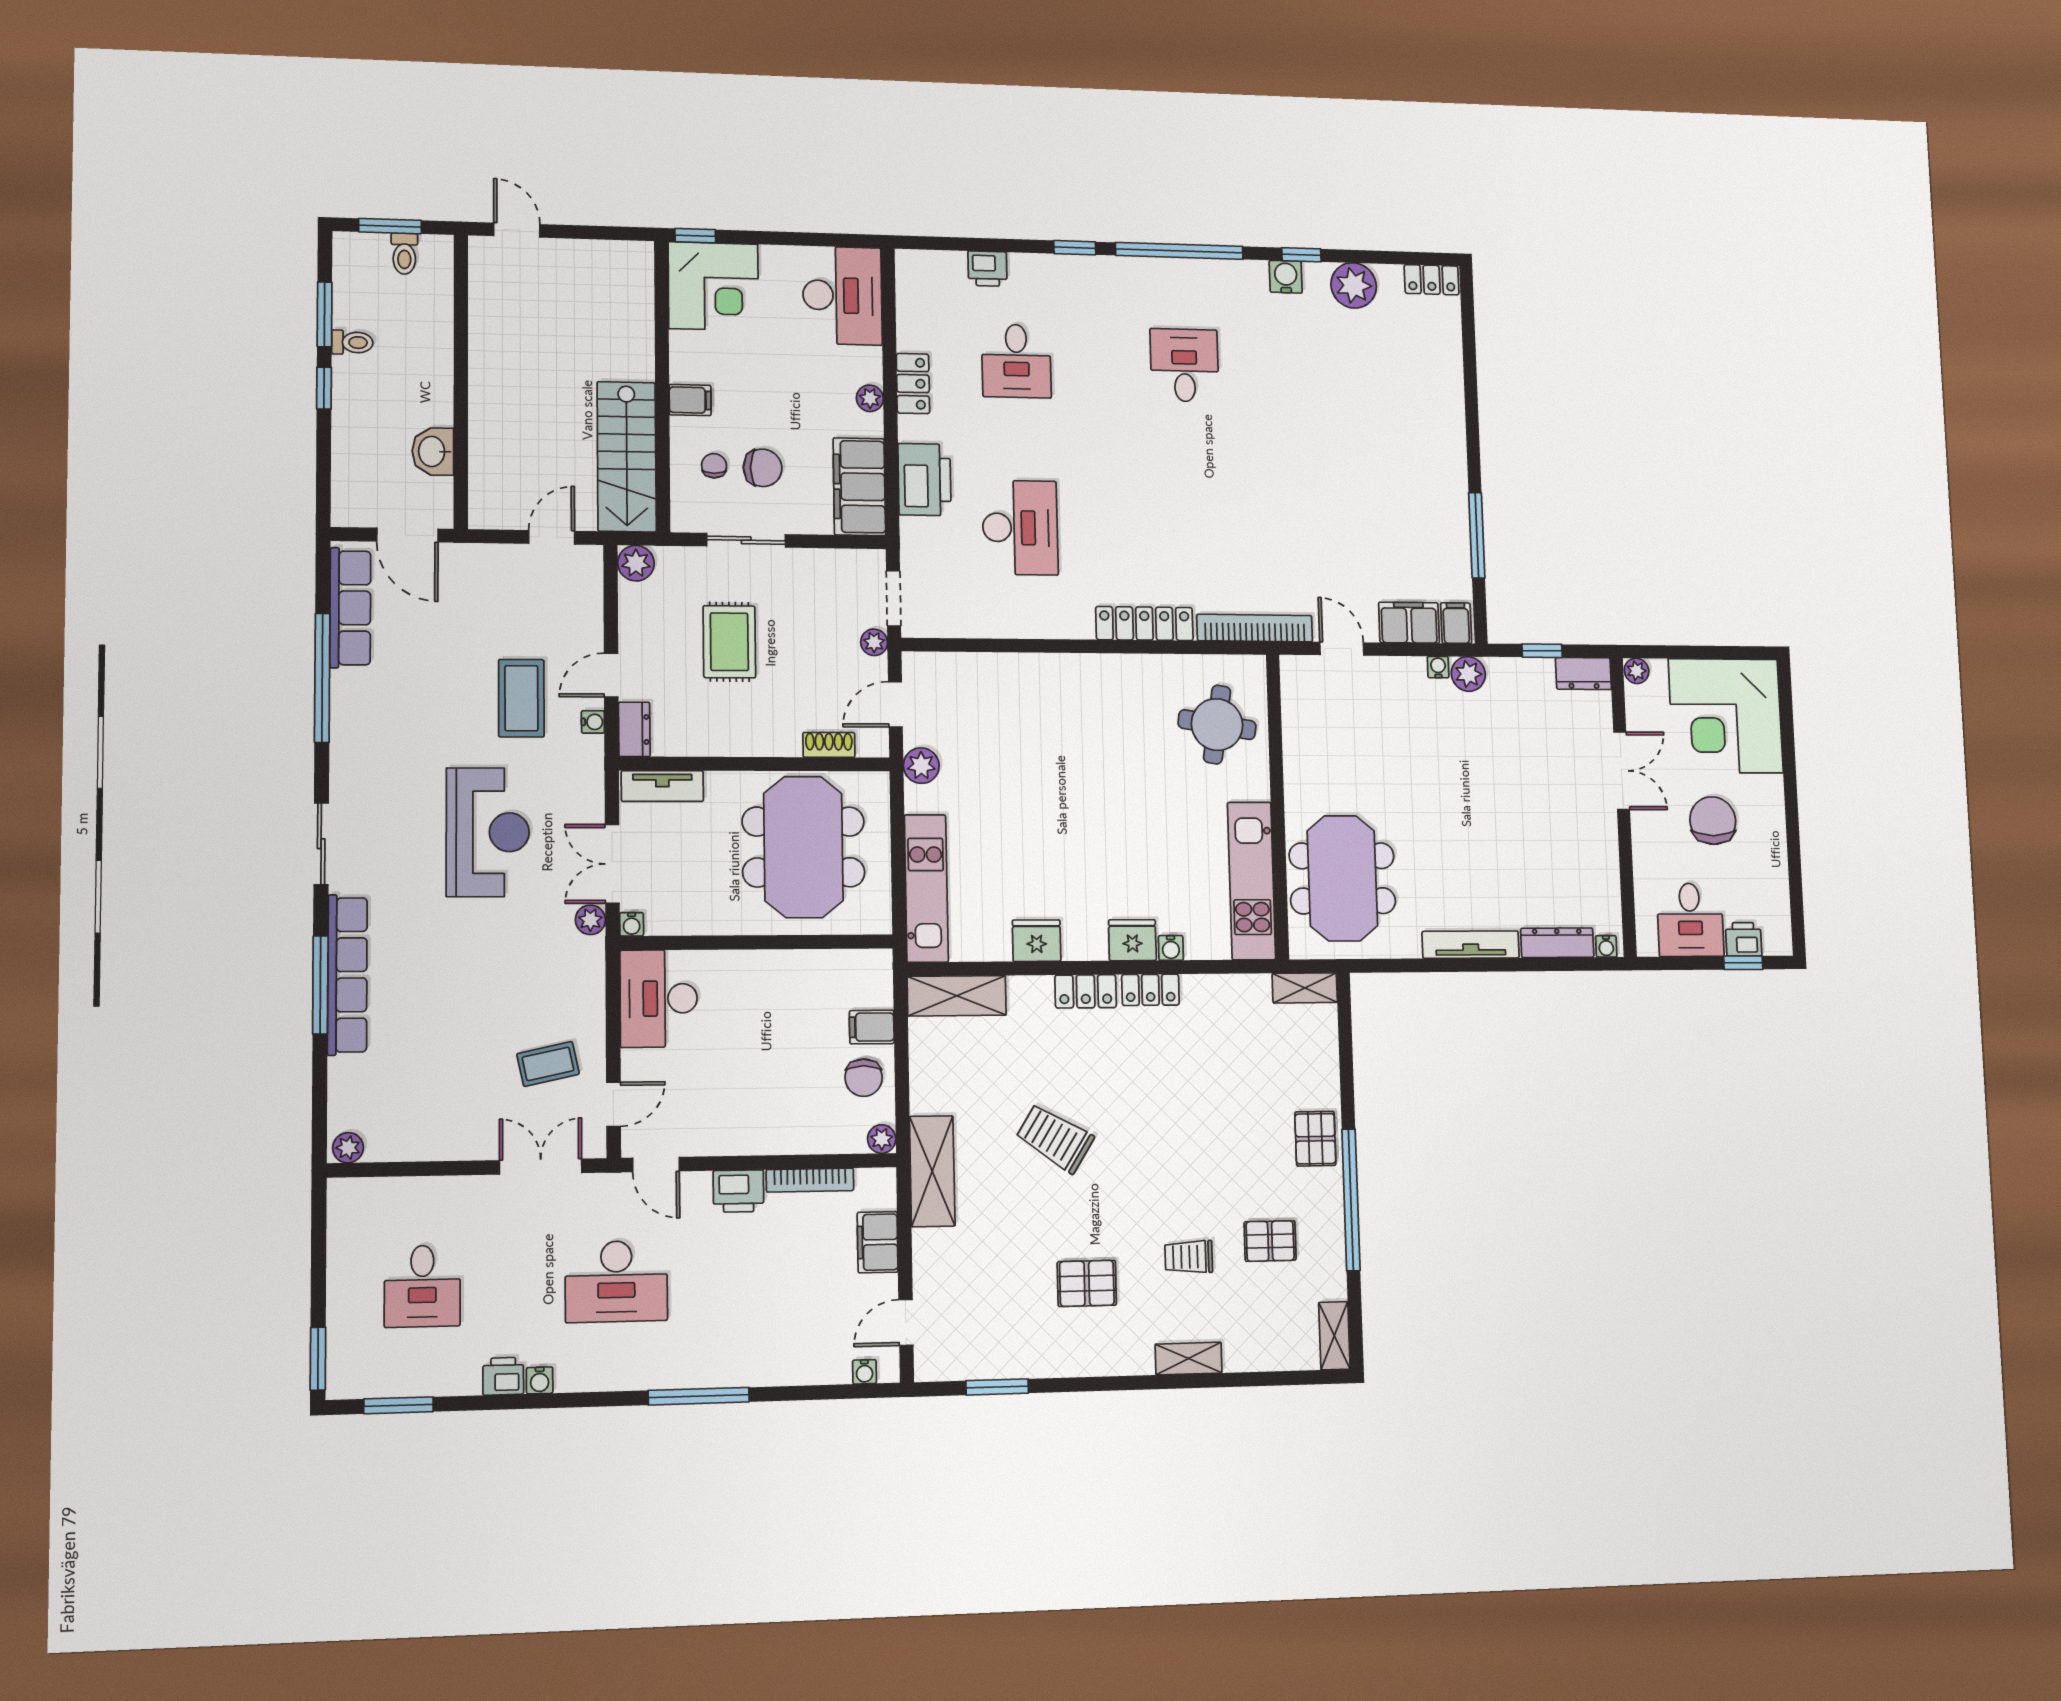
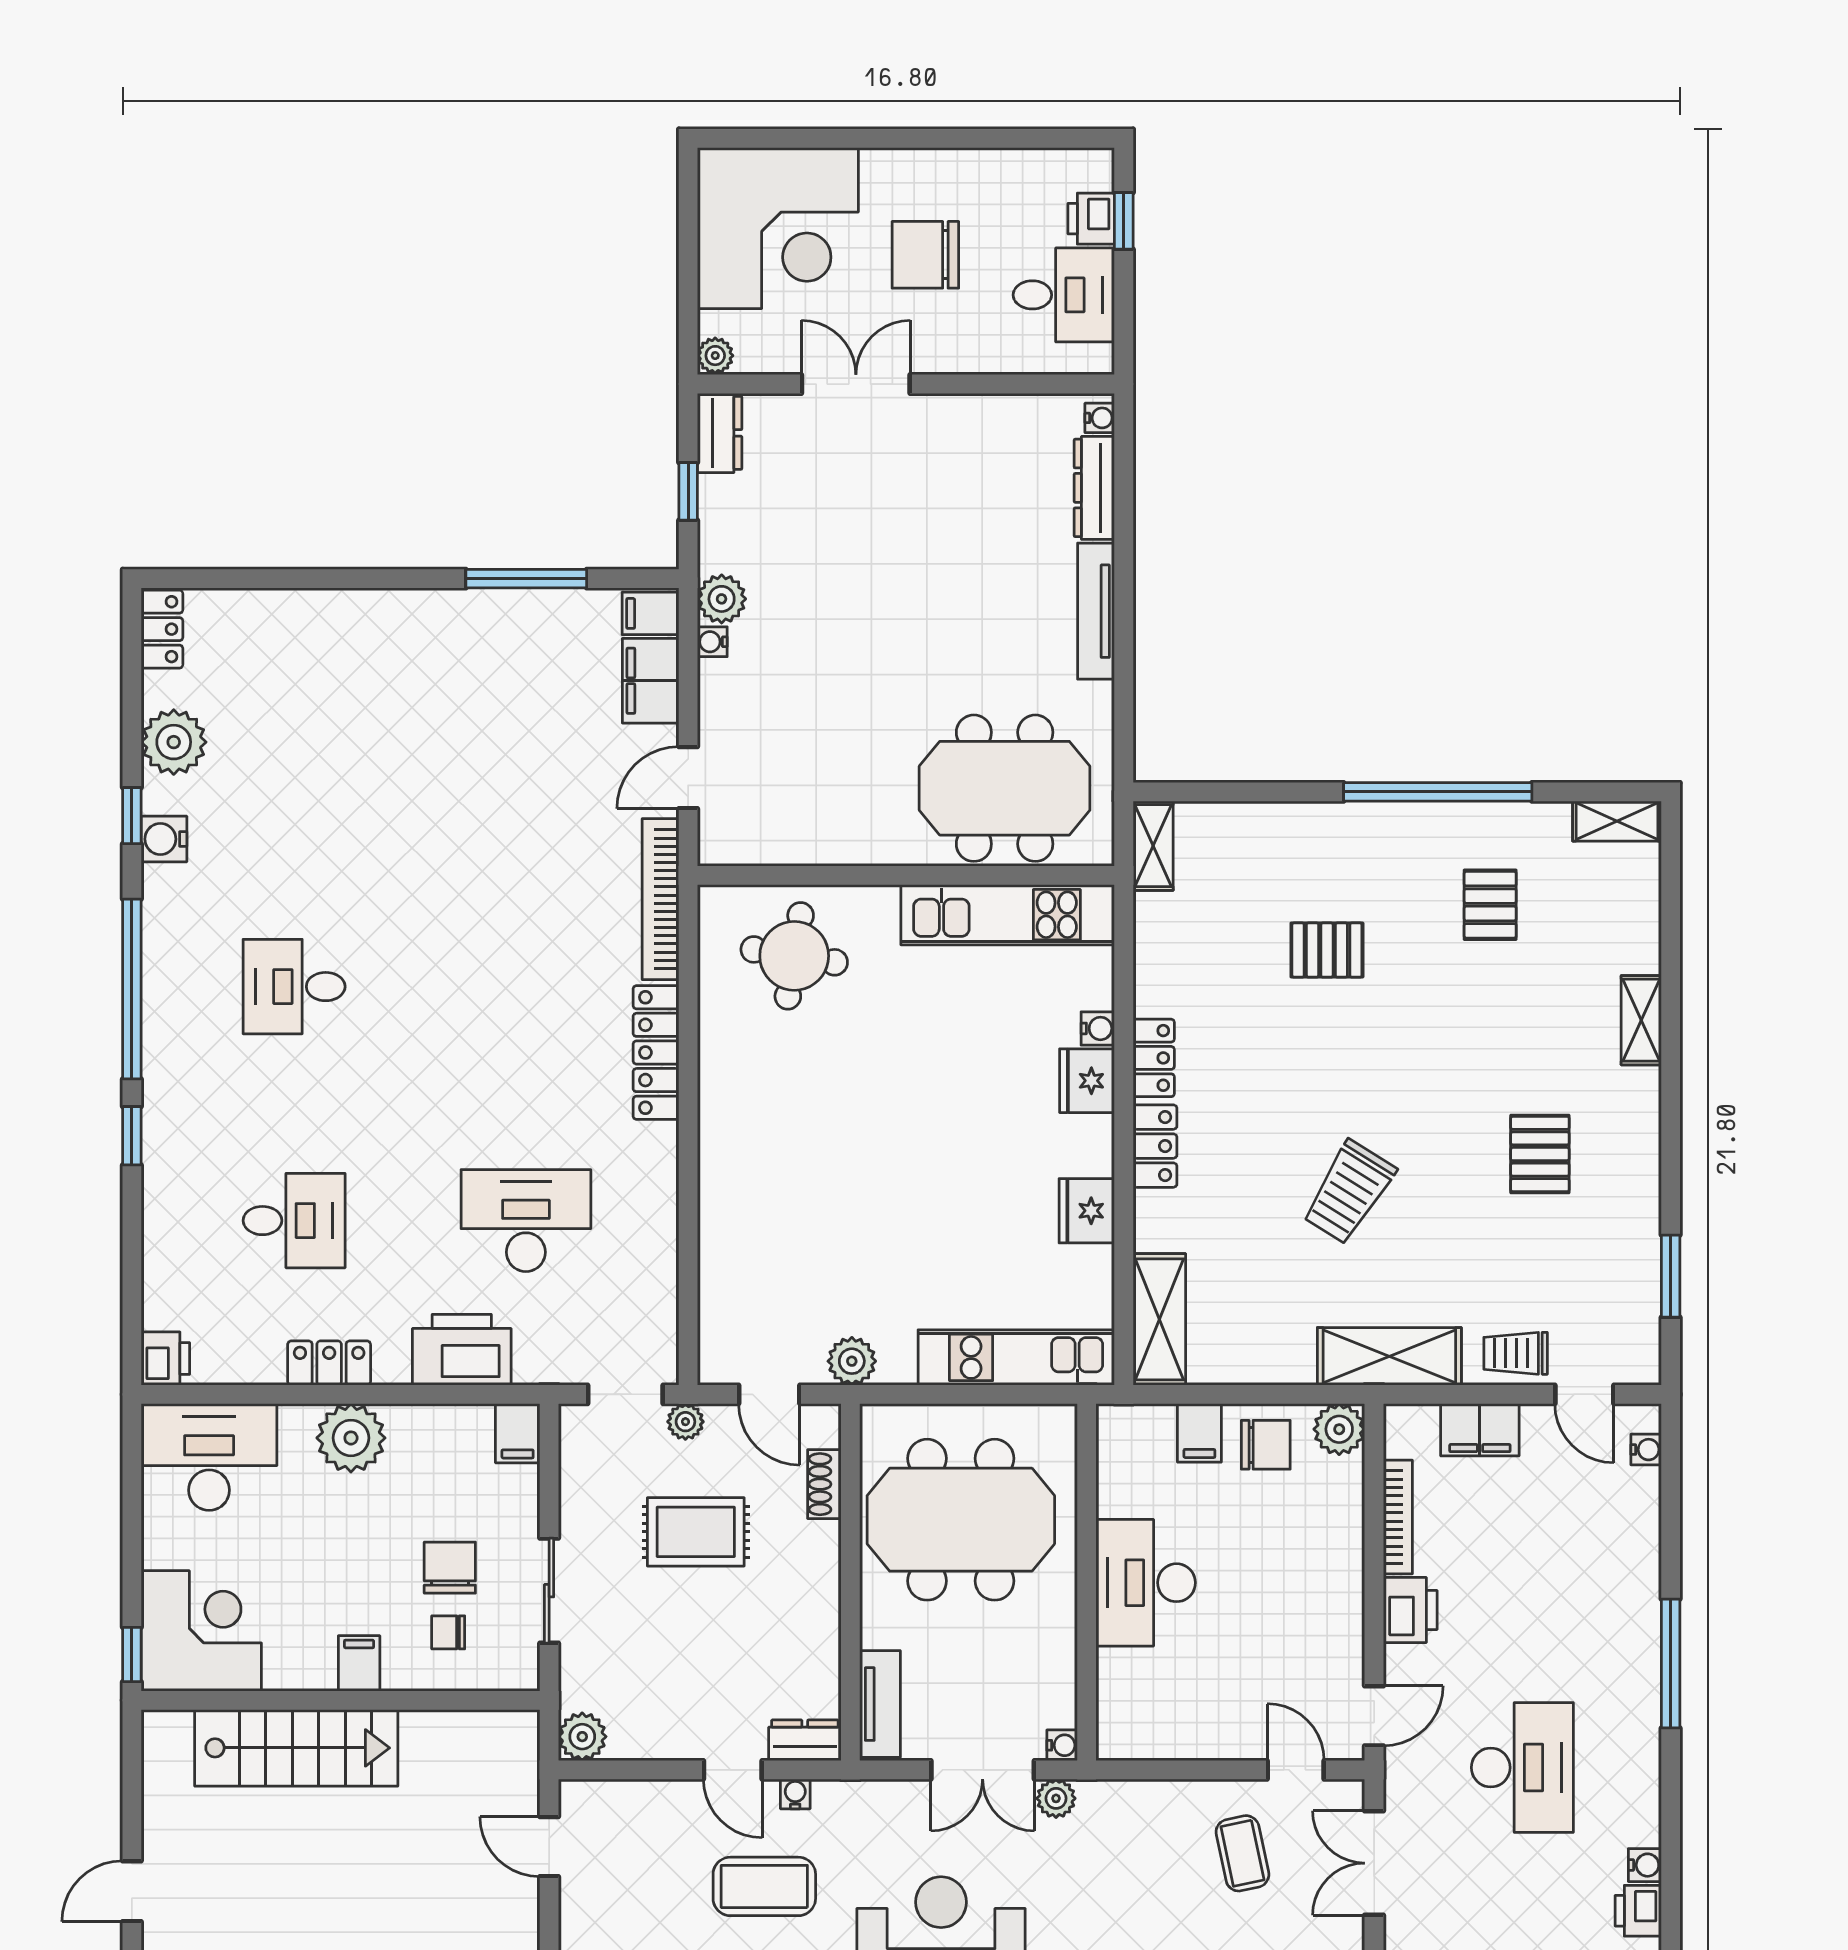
printer: (987, 269) -> (165, 1359), moved
plant: (870, 398) -> (351, 1438), width x1.87, depth x1.87
stairs: (627, 457) -> (296, 1748), moved
filing cabinet: (859, 487) -> (518, 1433), width x0.33, depth x0.86
rug: (729, 642) -> (696, 1532), moved
desk: (659, 998) -> (1146, 1583), moved, turned 90
plant: (882, 1139) -> (1339, 1429), width x1.38, depth x1.38
pallet: (1315, 1139) -> (1327, 950), moved
trolley: (1189, 1257) -> (1516, 1353), moved, turned 90

